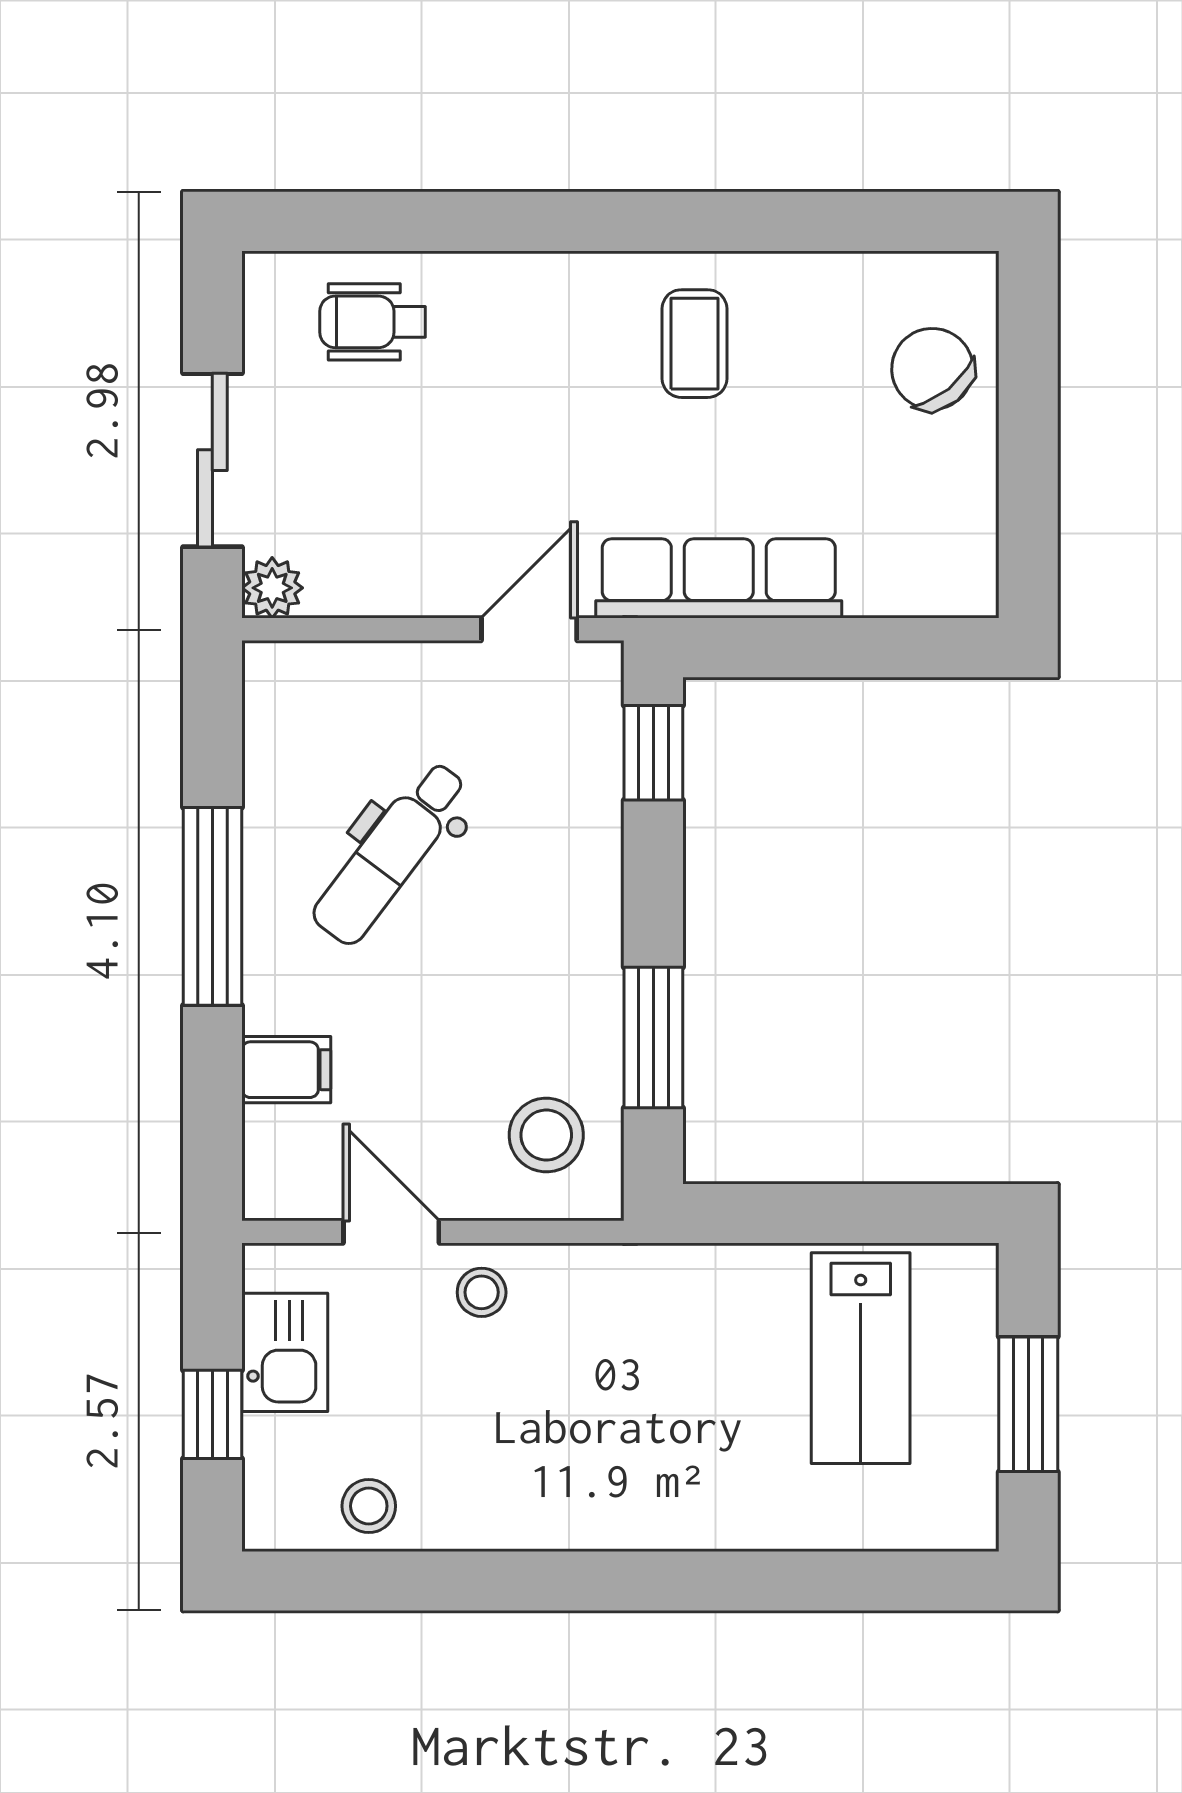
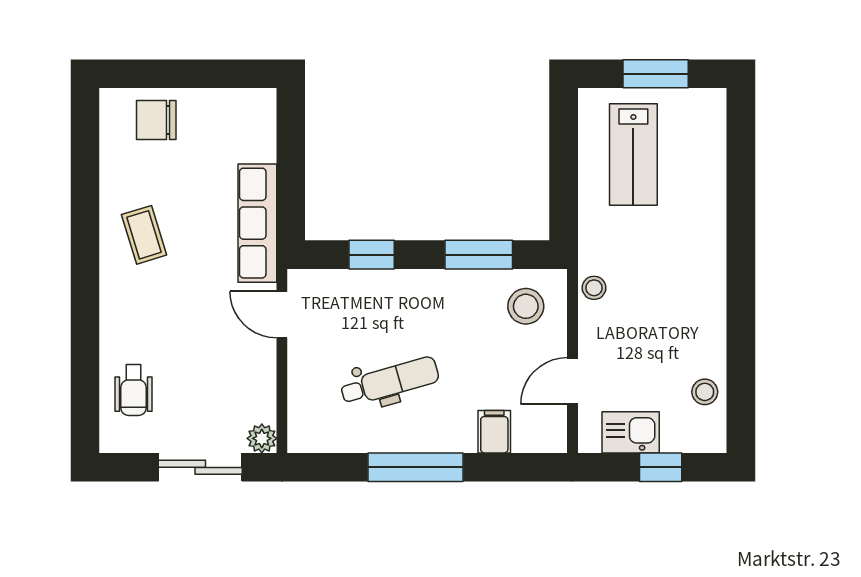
coffee table: (694, 344) -> (144, 235), turned 73
chair: (932, 369) -> (156, 120), turned 39
window: (653, 753) -> (372, 255), moved
dental chair: (391, 853) -> (390, 381), turned -53
stool: (482, 1292) -> (594, 288), moved
lab bench: (861, 1358) -> (633, 155), turned 90

